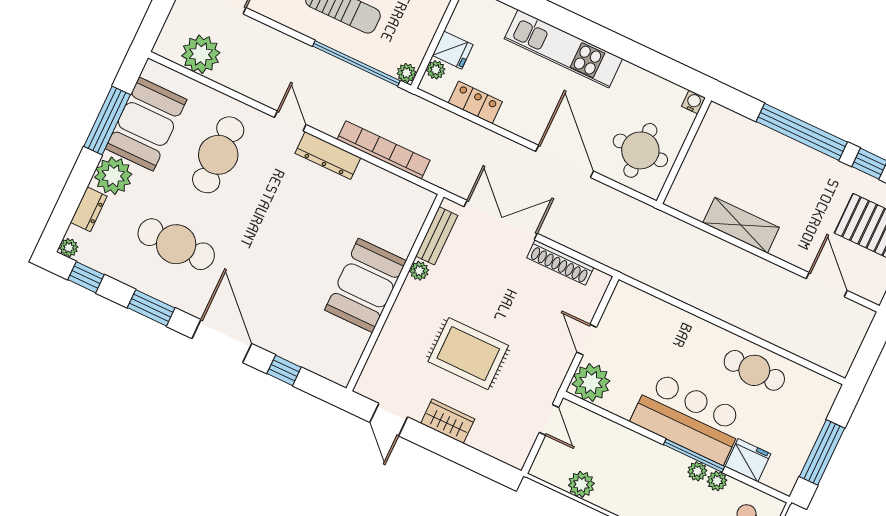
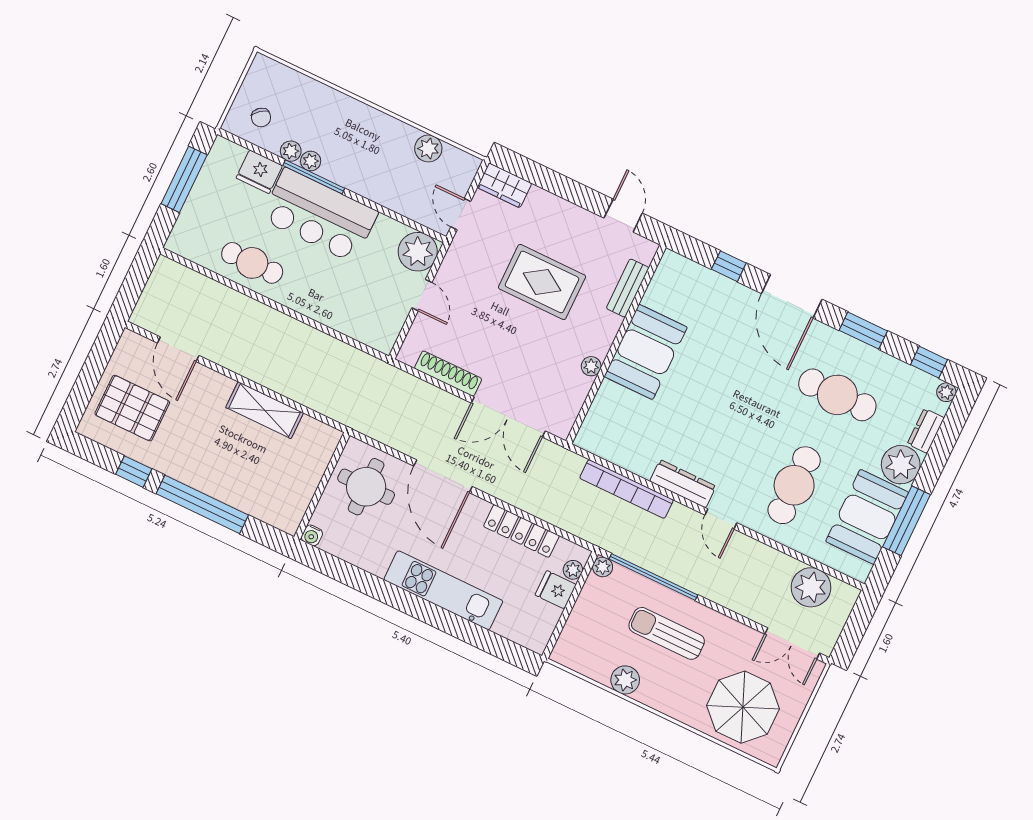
locker: (475, 102) -> (521, 531), width x1.53
bench: (437, 236) -> (628, 288), moved
wardrobe: (448, 421) -> (504, 185), moved

